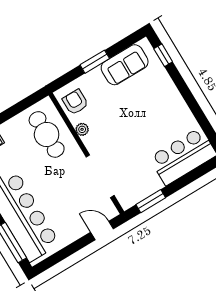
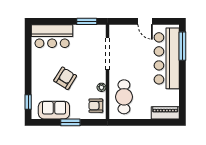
armchair: (75, 102) -> (96, 106), turned 90
armchair: (135, 113) -> (65, 78), added
door: (102, 230) -> (145, 21), moved

